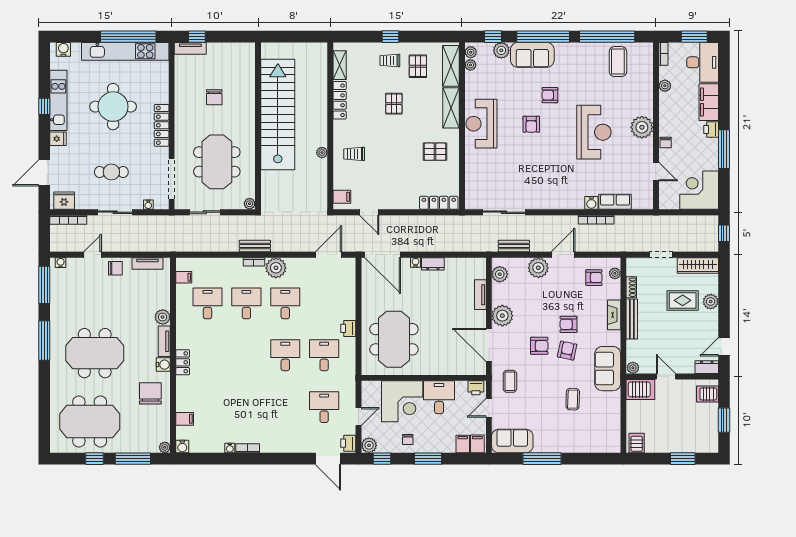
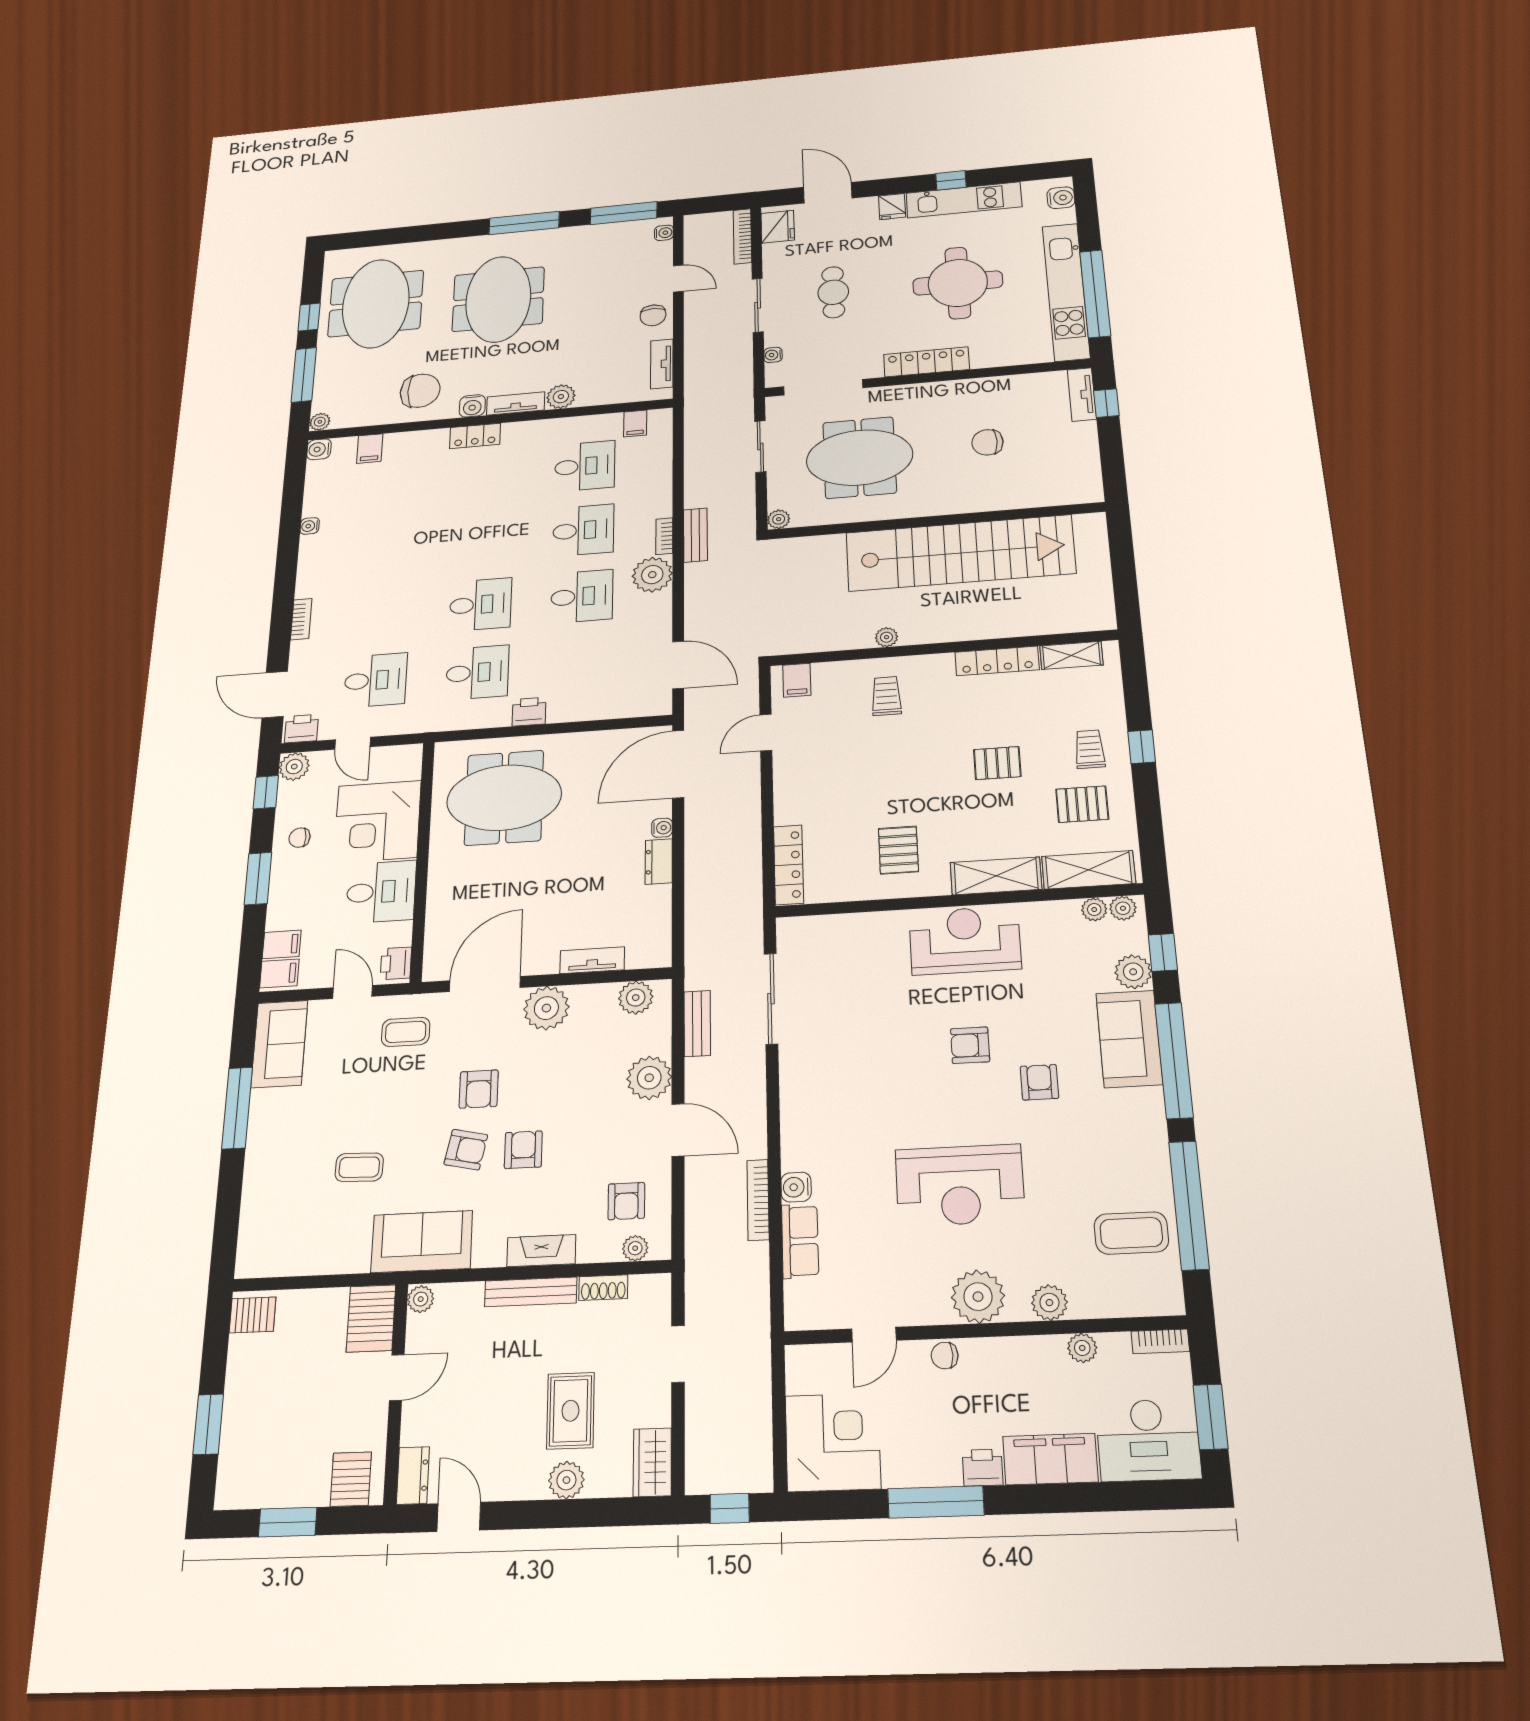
plant: (646, 98) -> (1049, 1303), added
wardrobe: (698, 265) -> (652, 1462), width x0.67
bookcase: (248, 448) -> (301, 619), moved
door: (328, 459) -> (275, 695), hinge flipped

